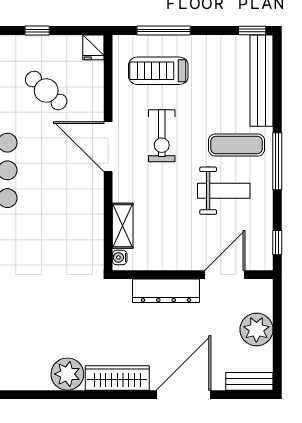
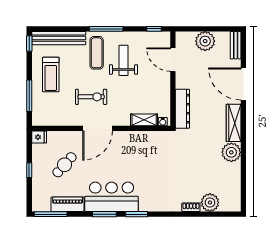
treadmill: (158, 71) -> (51, 75), moved
dresser: (166, 291) -> (182, 109), moved

